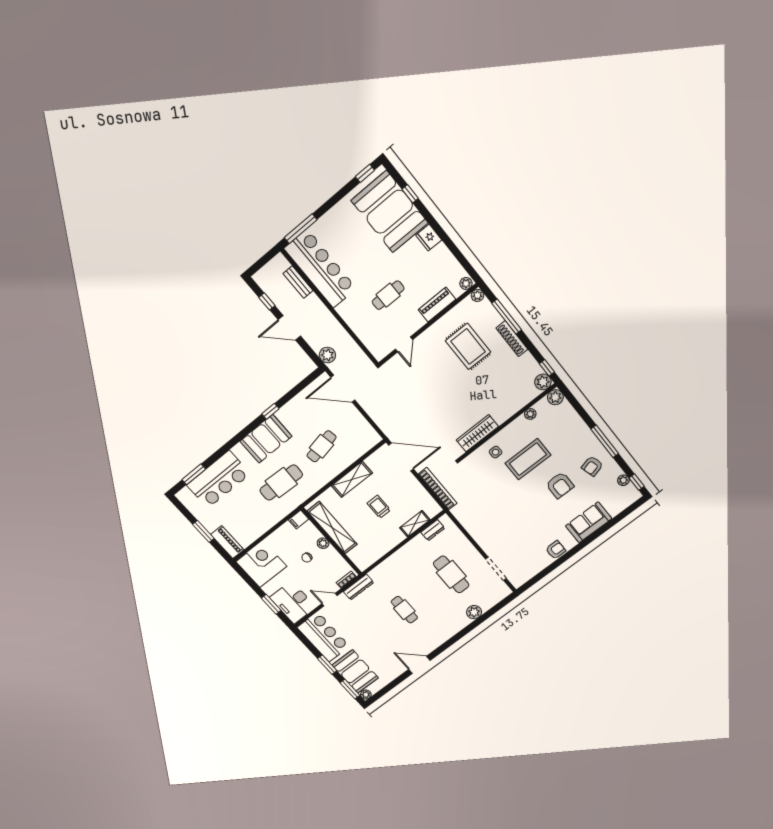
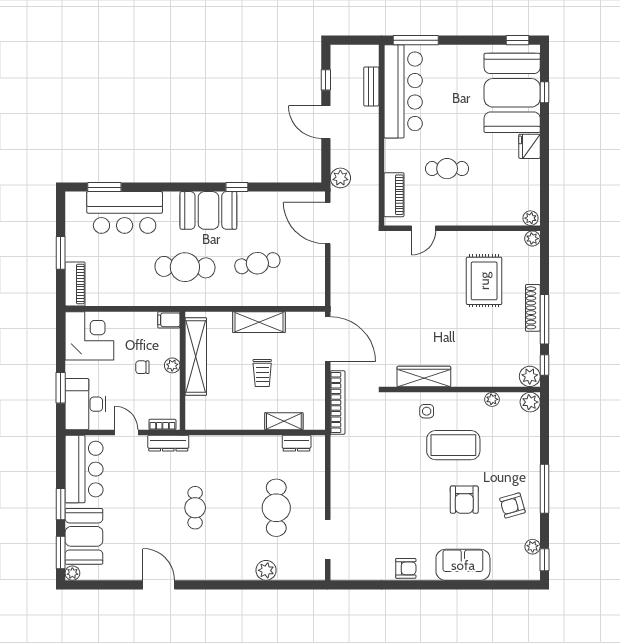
piano: (437, 305) -> (394, 195), moved, turned 90
window: (507, 317) -> (545, 319), moved
trolley: (379, 507) -> (262, 373), turned 180

